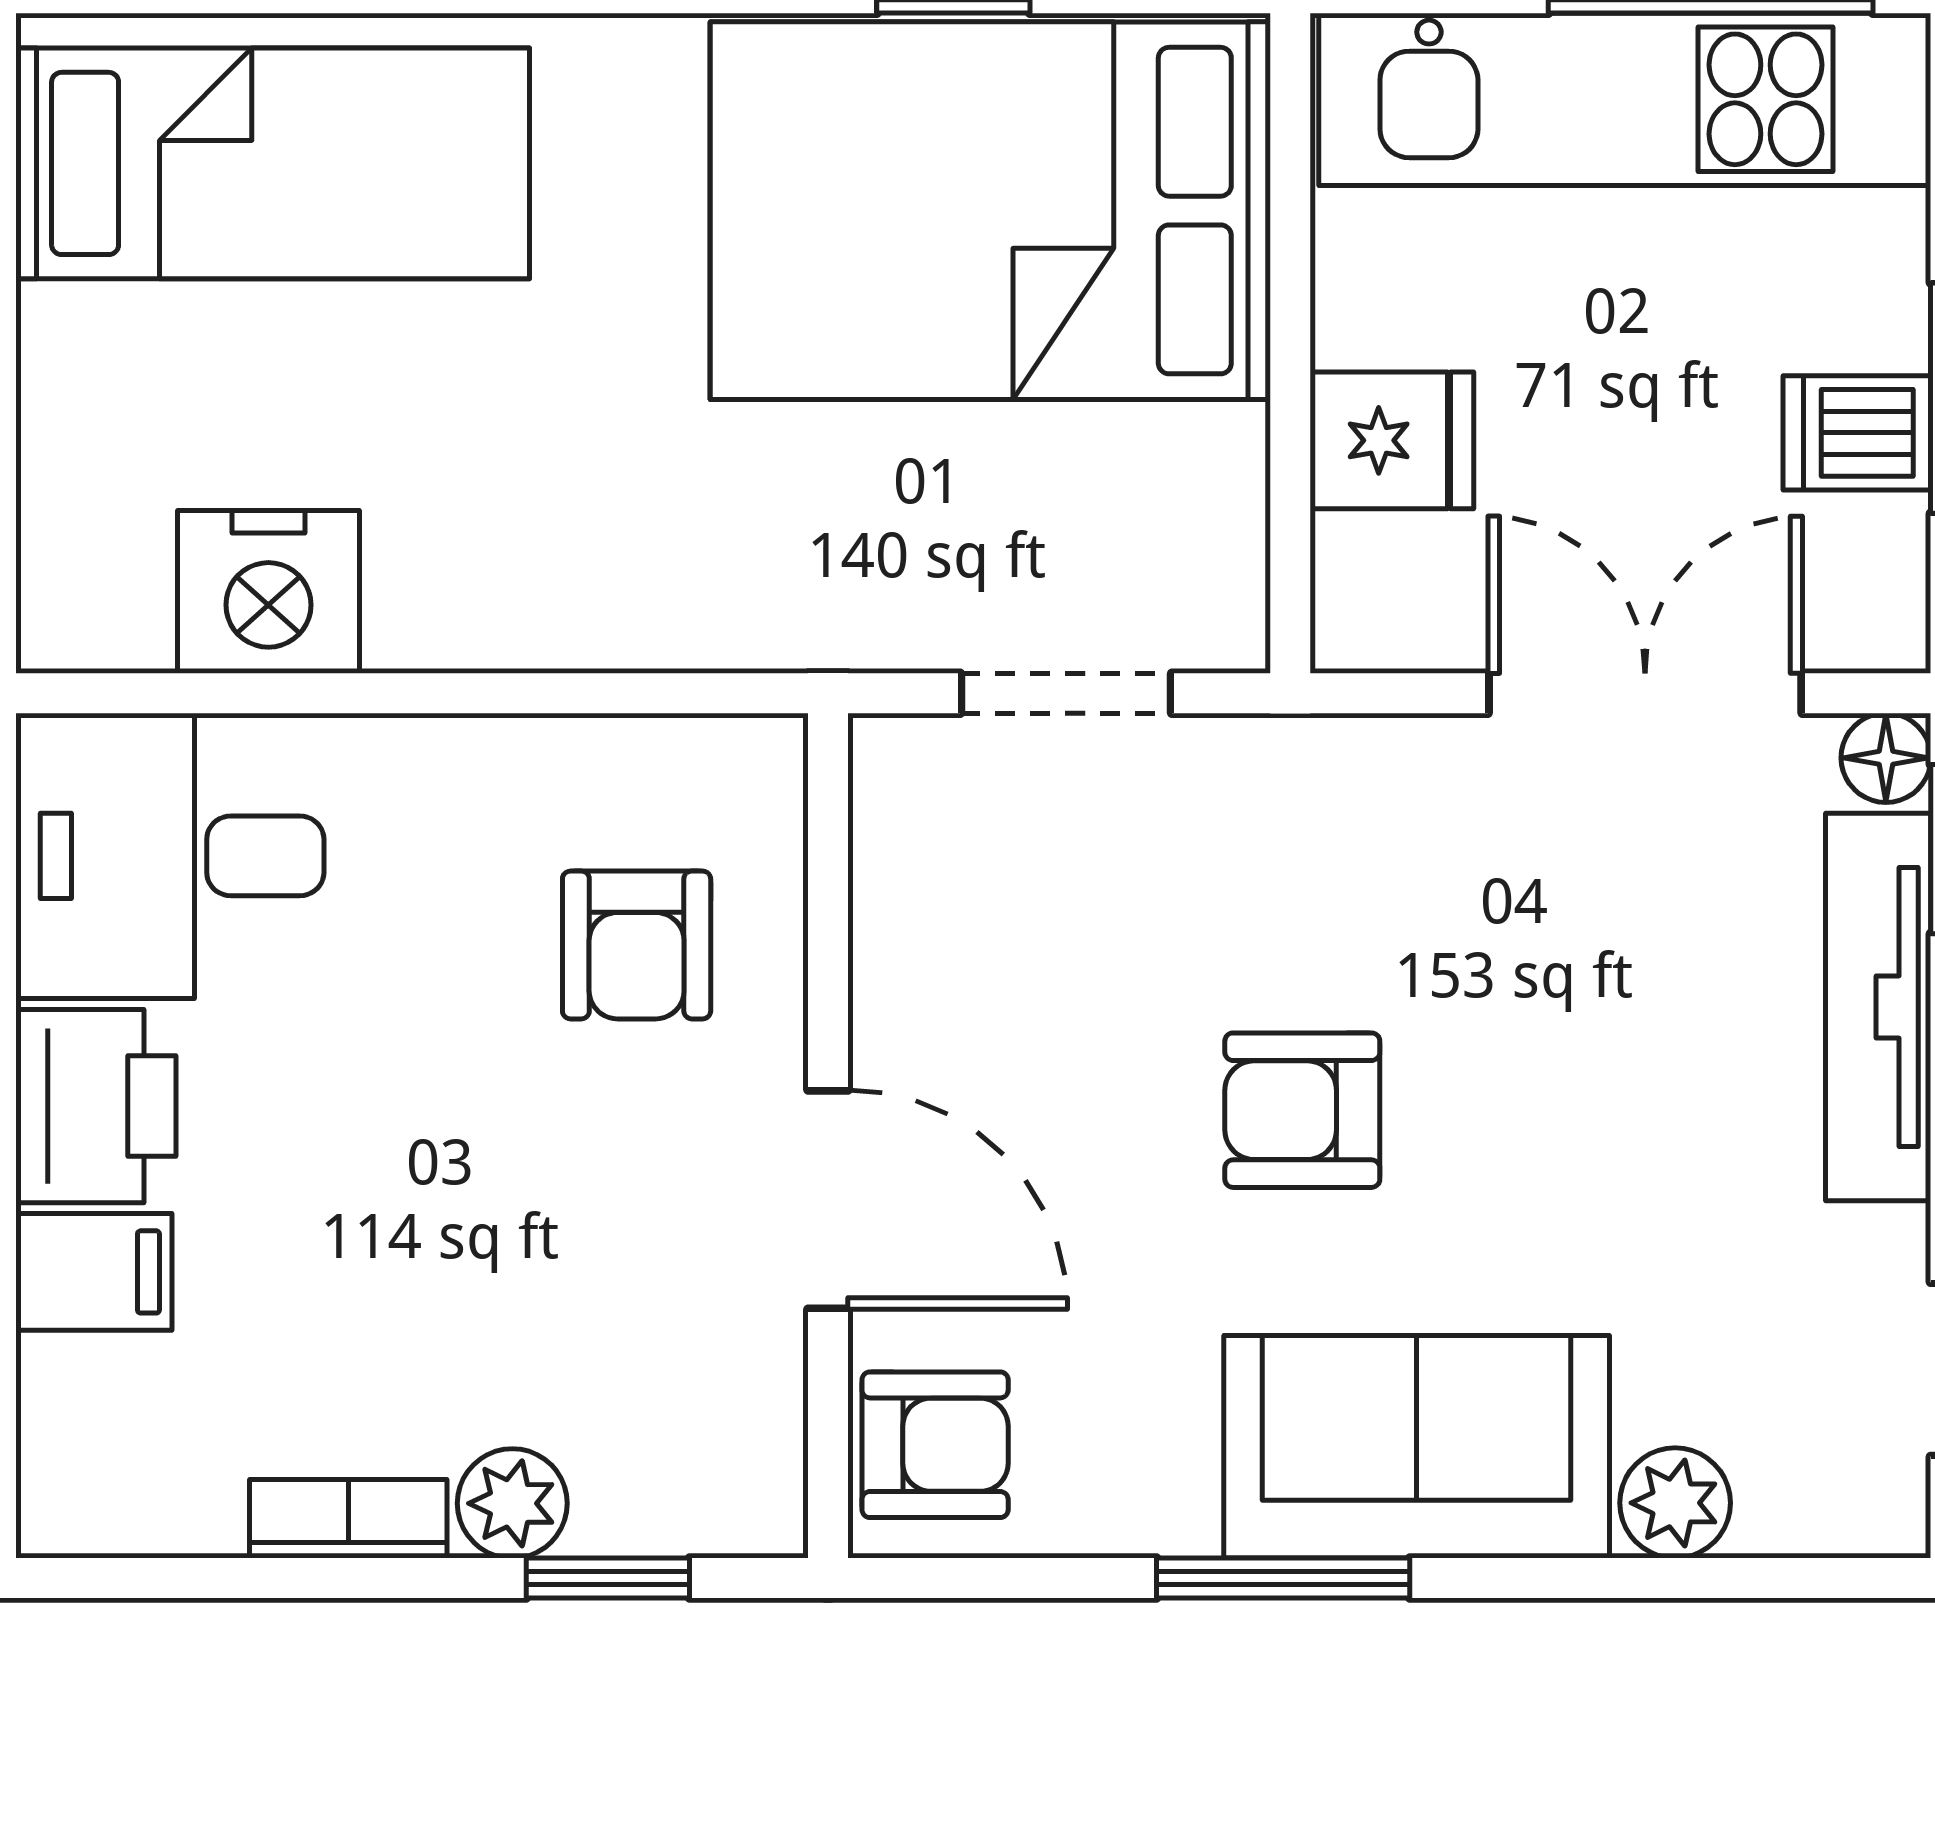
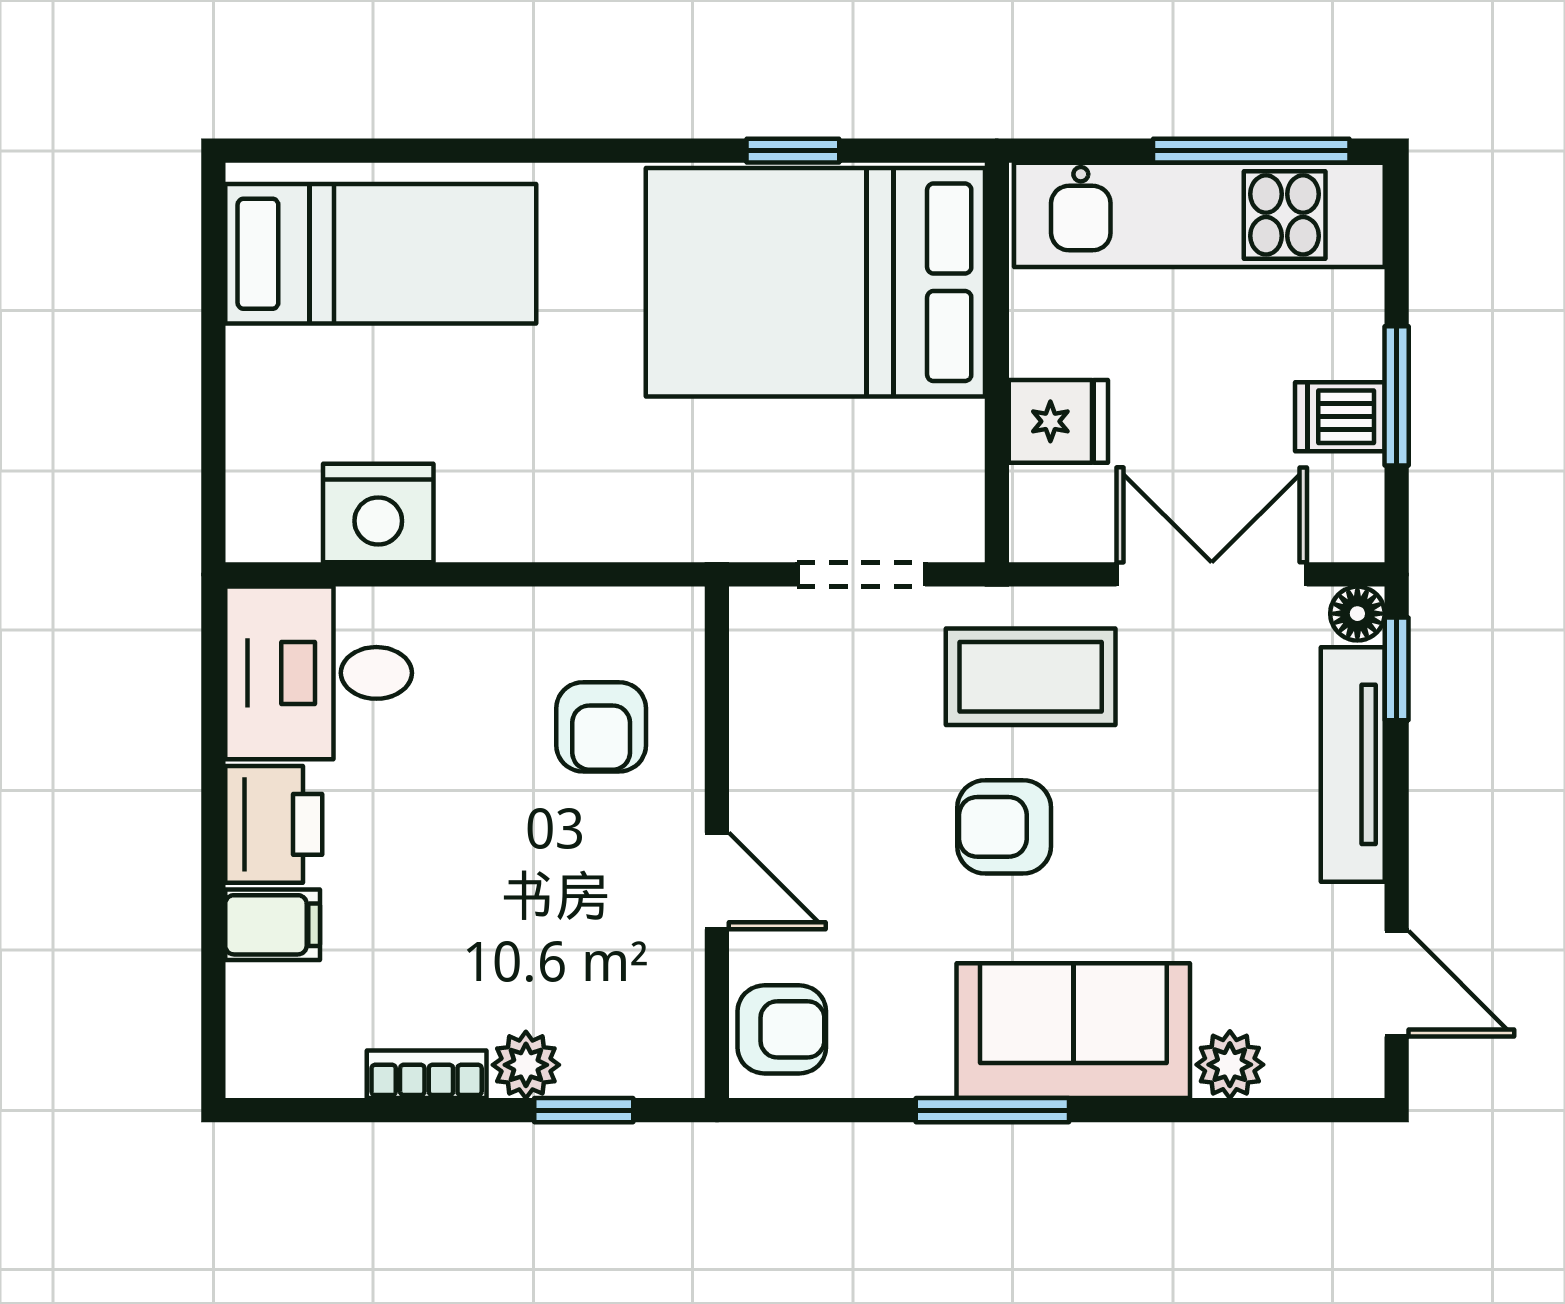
coffee table: (1346, 862) -> (1031, 677), added
door: (828, 1200) -> (717, 881), width x0.73

